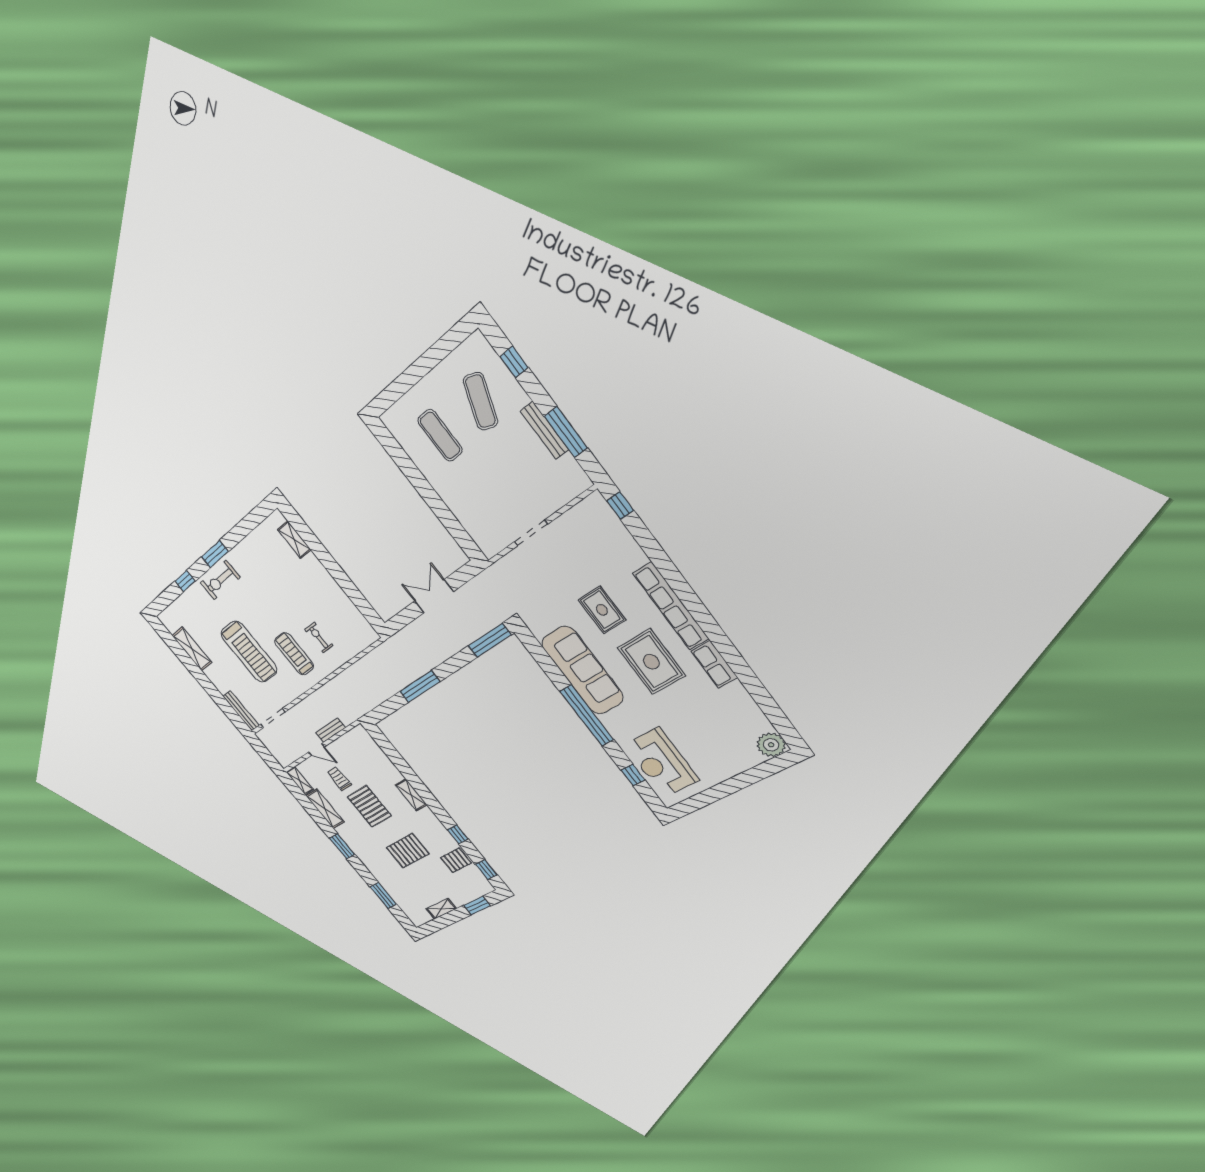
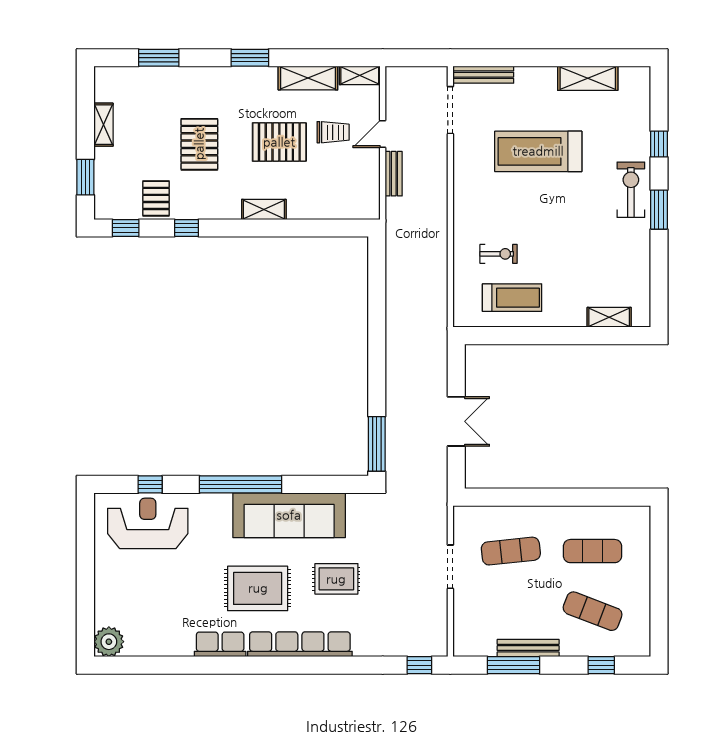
exercise mat: (486, 496) -> (511, 551), added
treadmill: (294, 654) -> (512, 298), moved
window: (420, 687) -> (377, 327), removed

